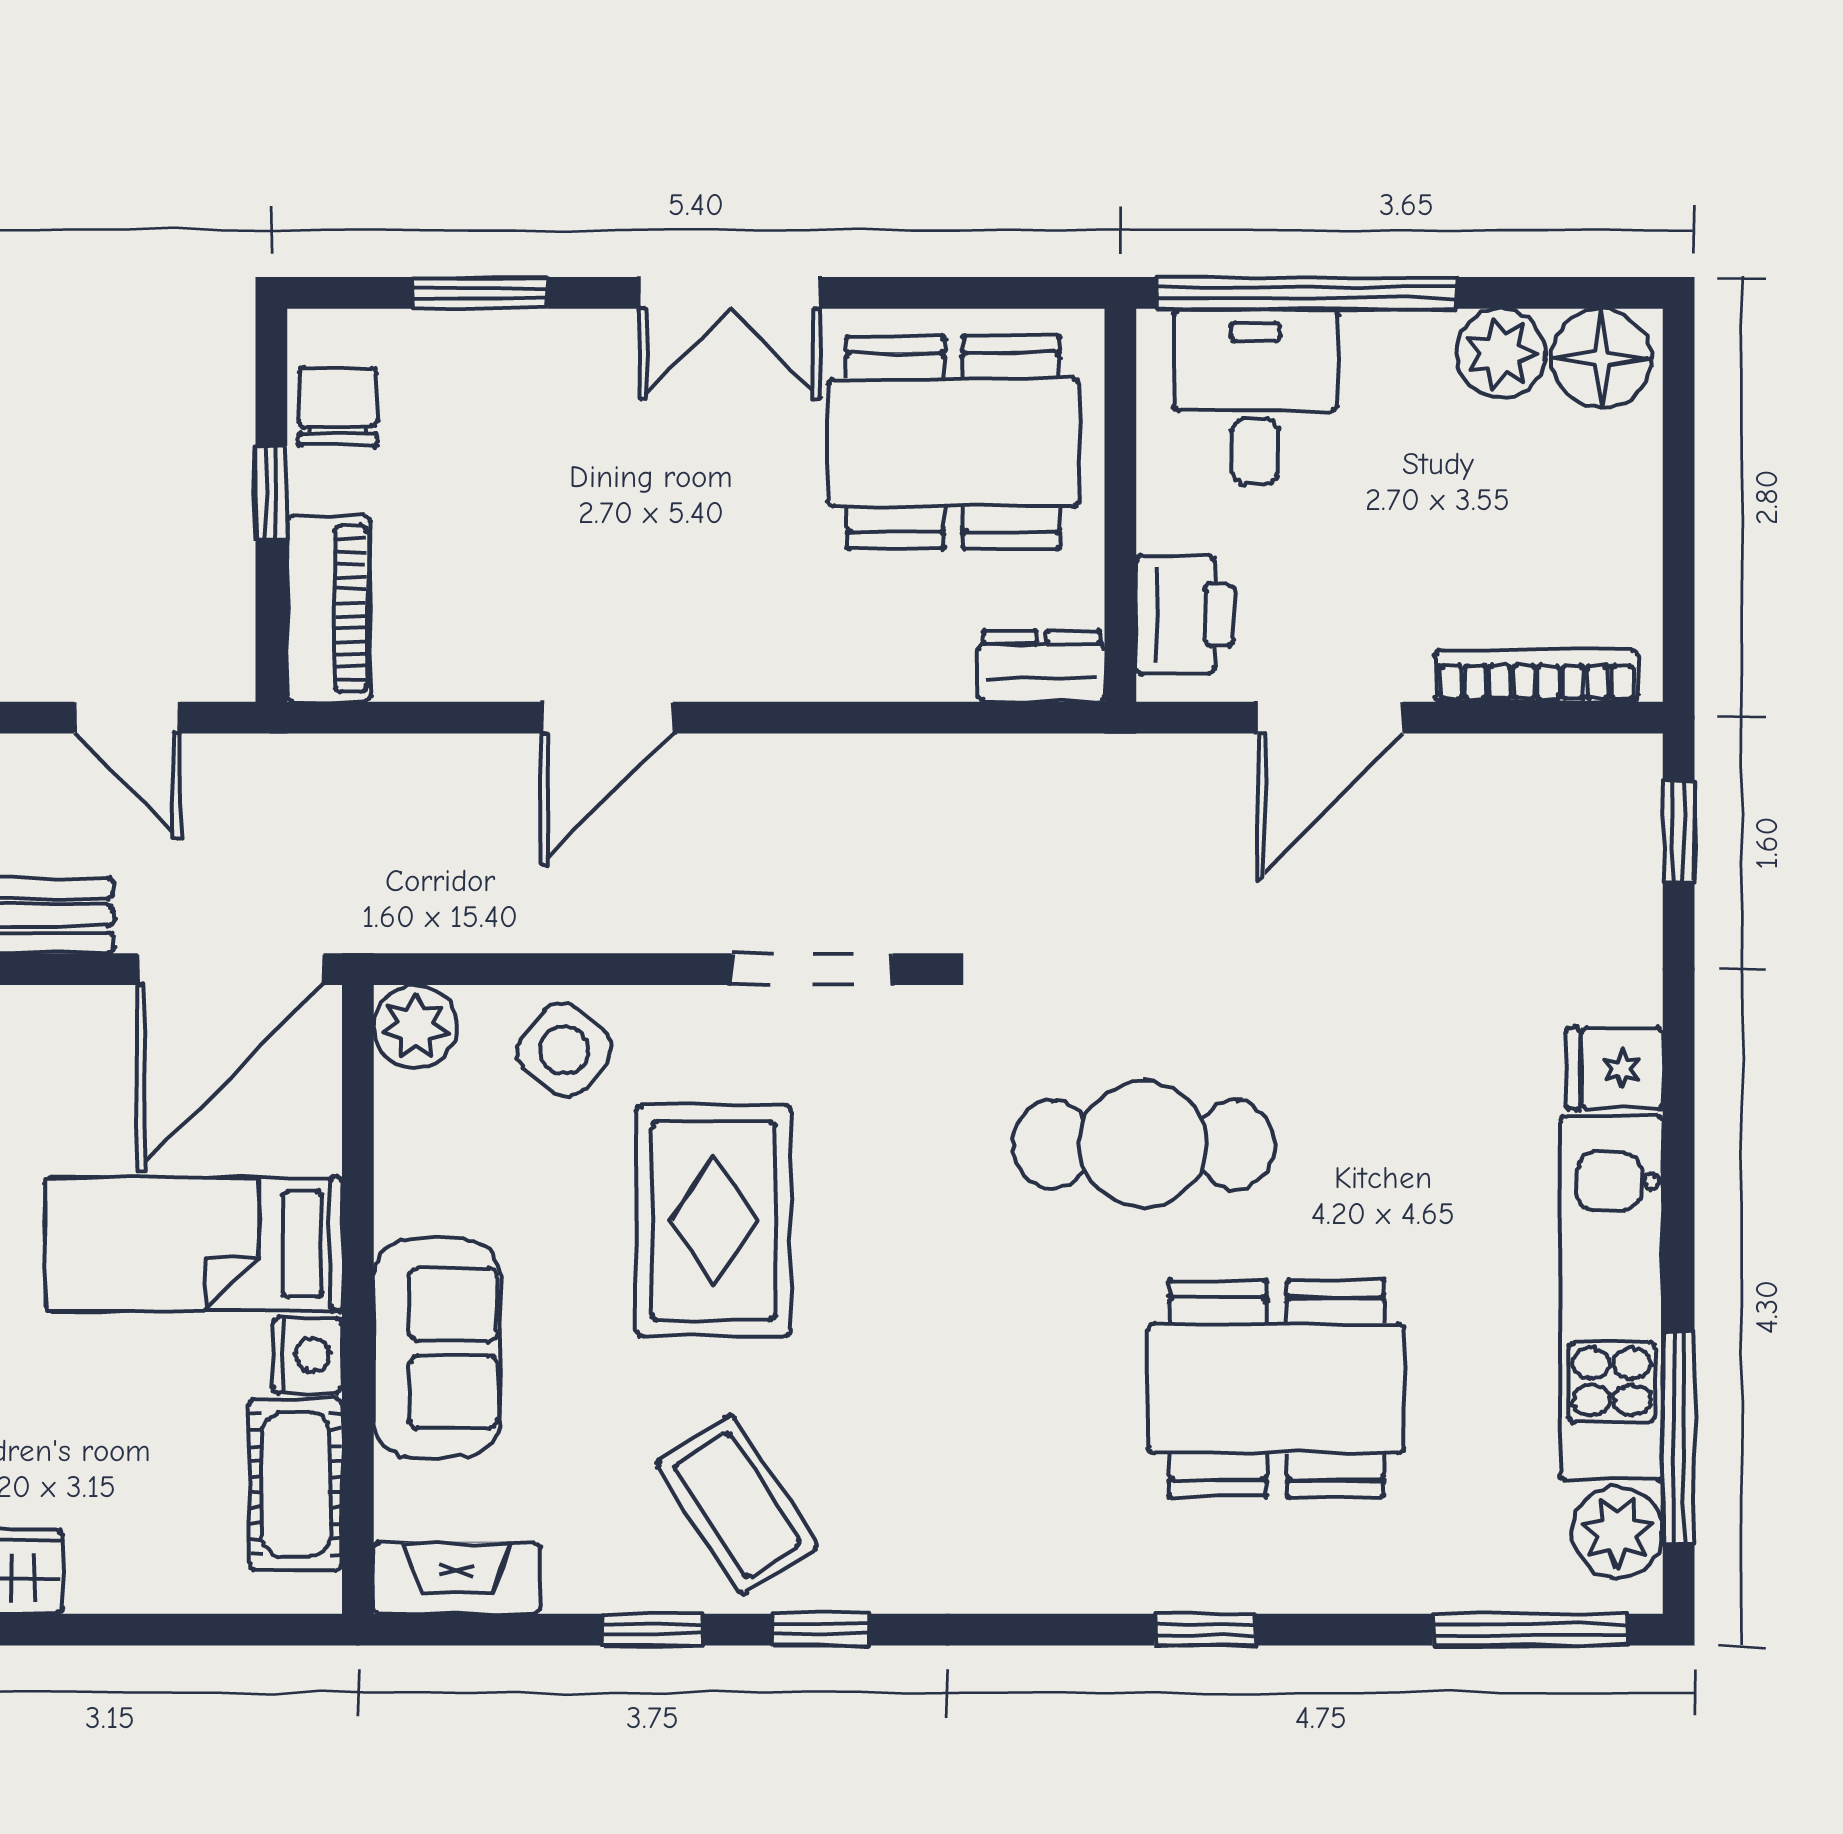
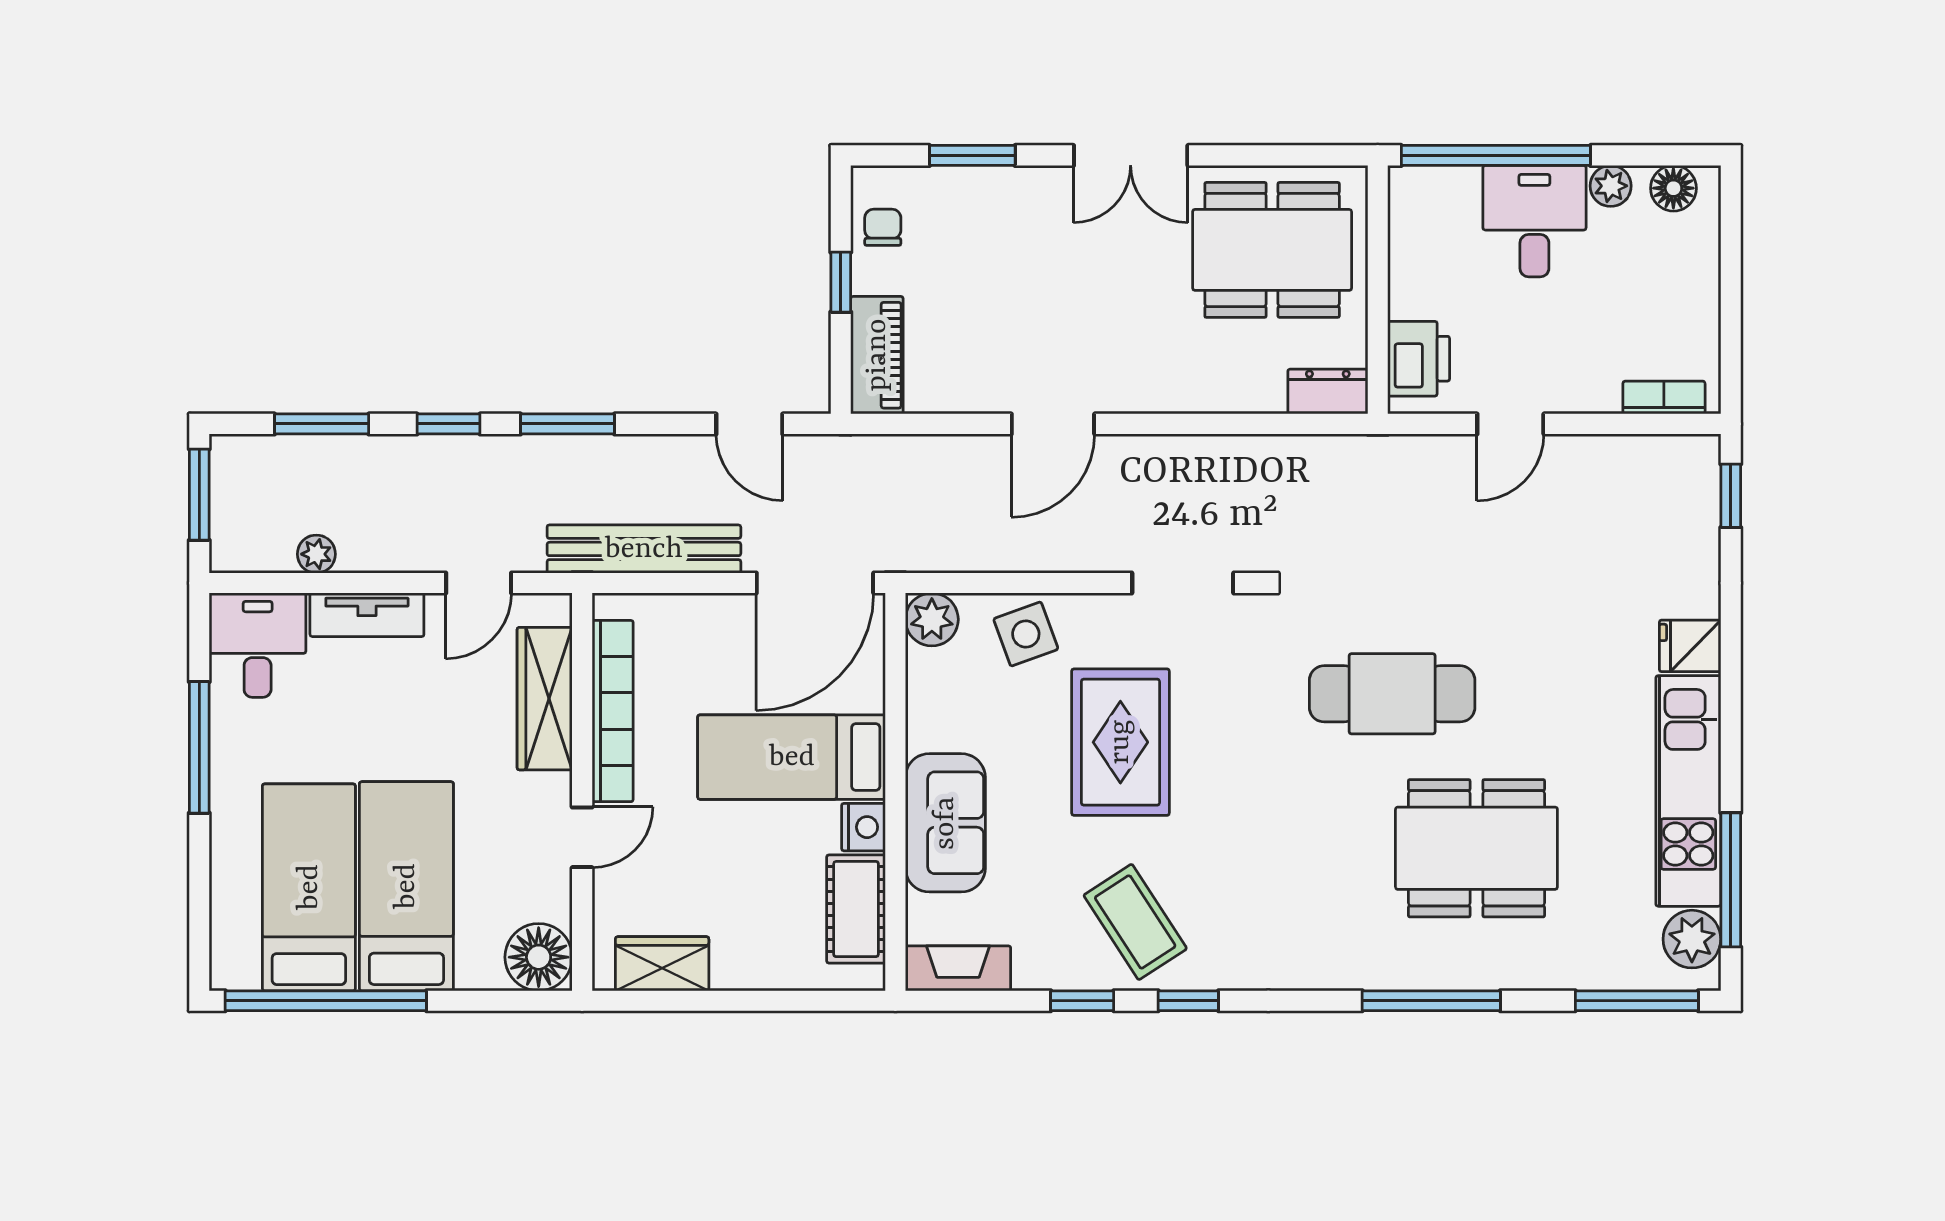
plant: (1501, 353) -> (1611, 186), width x0.73, depth x0.73
floor lamp: (1602, 358) -> (1673, 188), width x0.73, depth x0.73
desk: (1255, 397) -> (1534, 221), moved
chair: (338, 407) -> (883, 227), width x0.73, depth x0.73
bookcase: (1536, 676) -> (1664, 398), width x0.64
door: (1330, 718) -> (1510, 424), width x0.73
side table: (564, 1050) -> (1026, 634), turned 31
window: (1205, 1630) -> (1431, 1001), width x2.17

